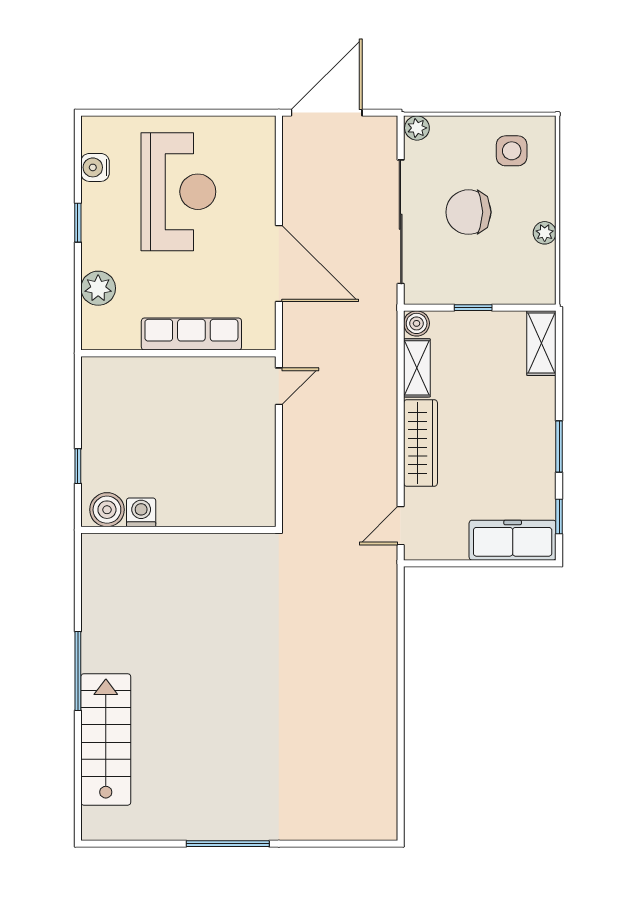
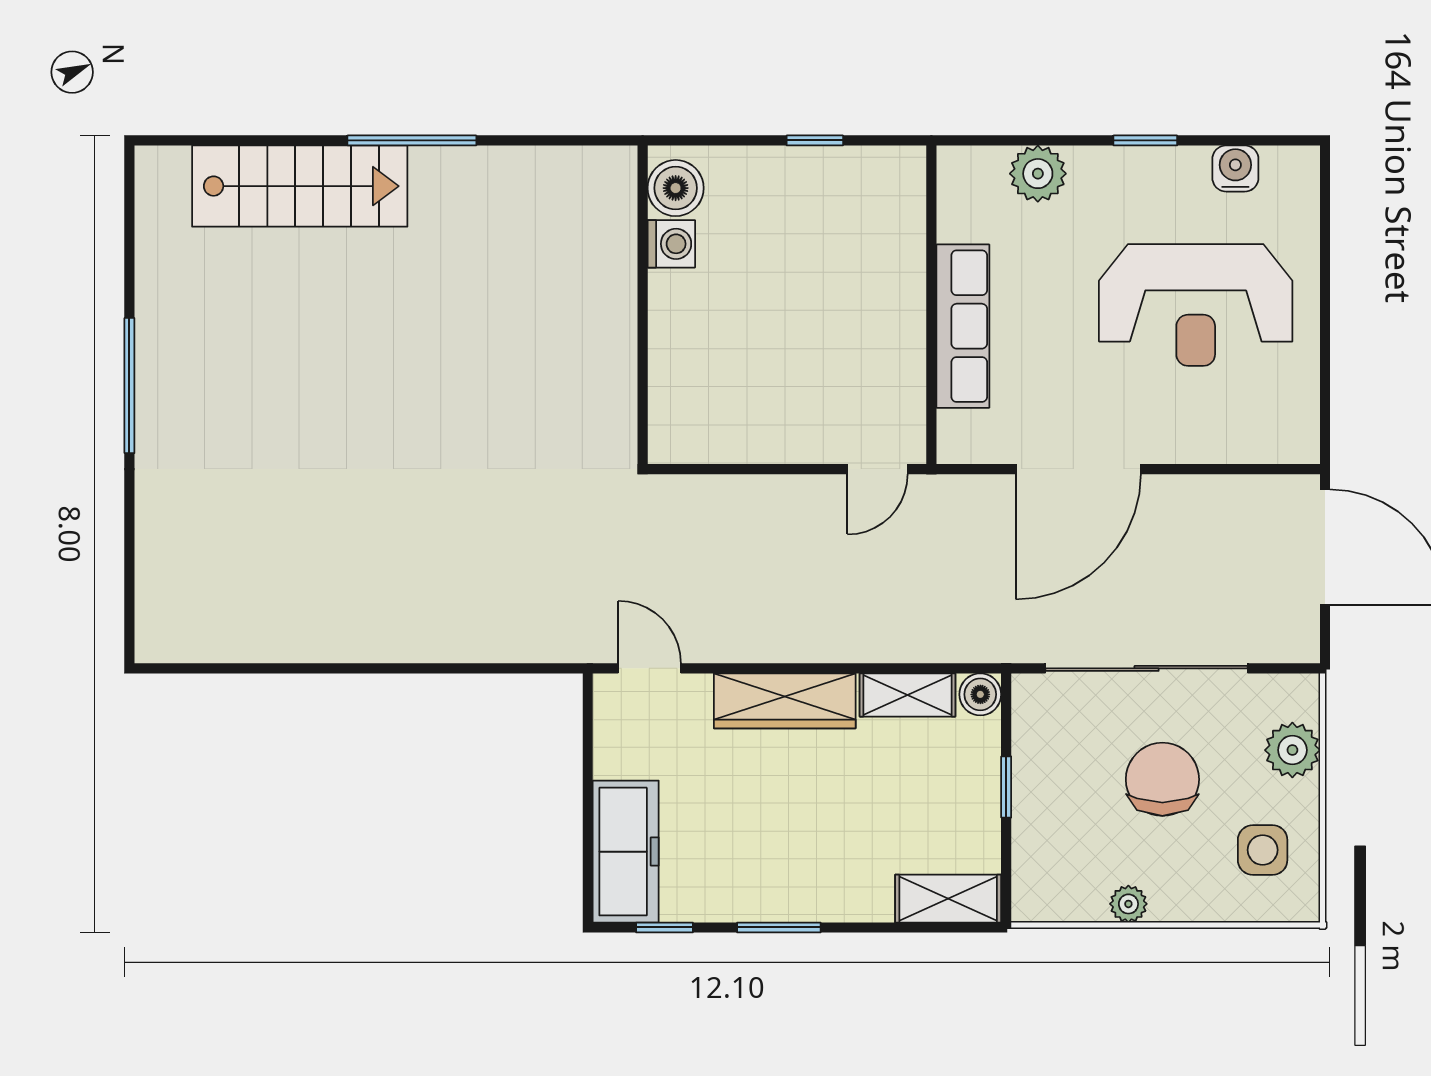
plant: (417, 128) -> (1292, 750), moved, width x1.38, depth x1.38
door: (279, 386) -> (878, 469), hinge flipped
window: (78, 466) -> (815, 140), moved

